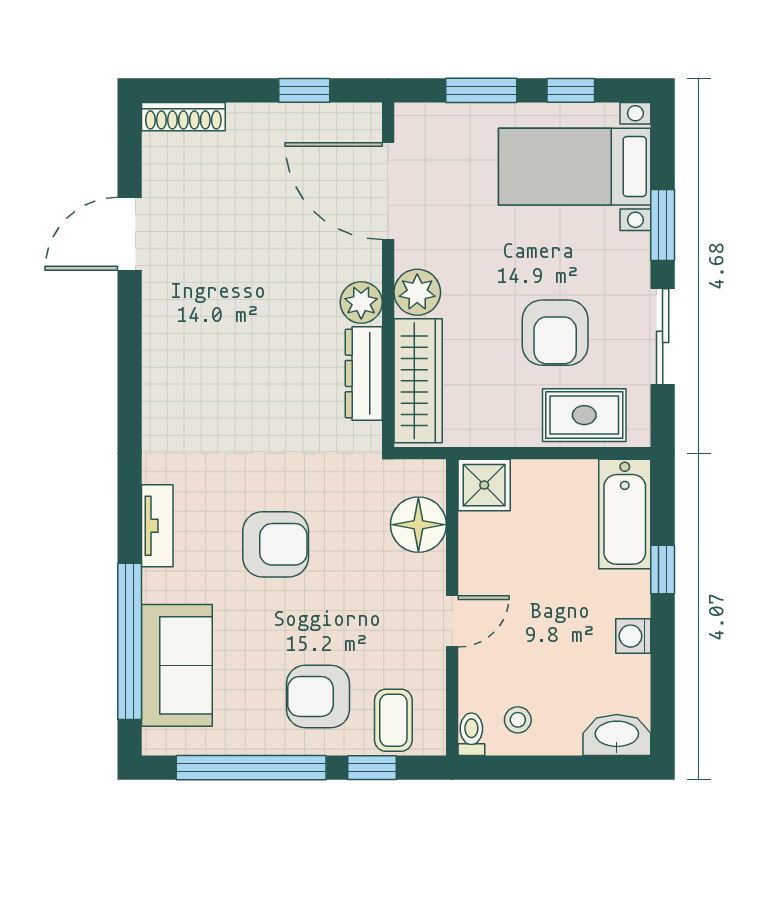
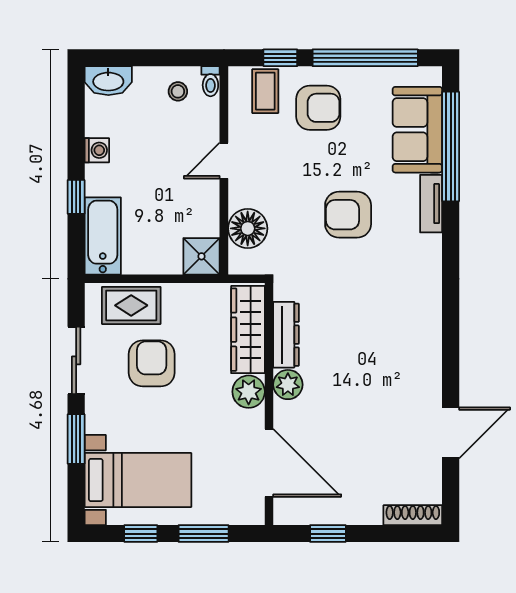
tv unit: (157, 526) -> (431, 204), moved

